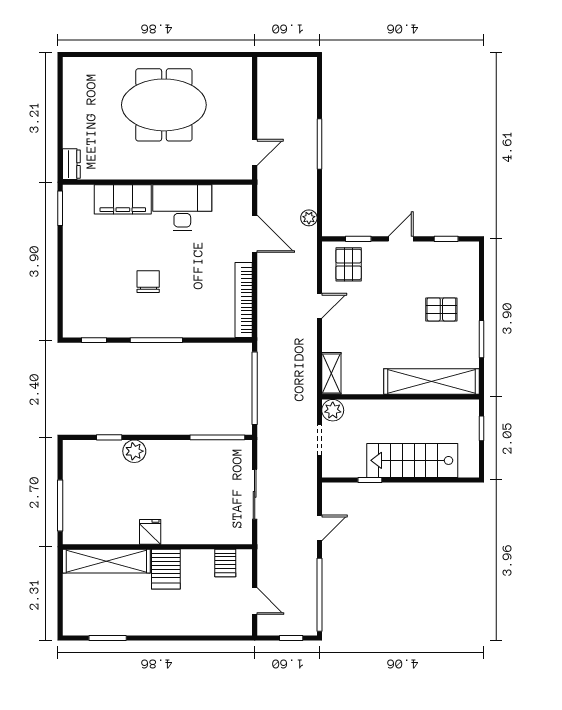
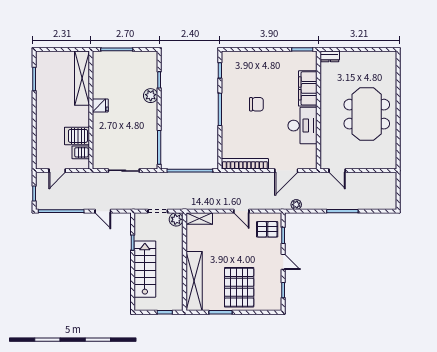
pallet: (441, 309) -> (239, 287), width x2.05, depth x2.00
server rack: (166, 569) -> (77, 136), moved

